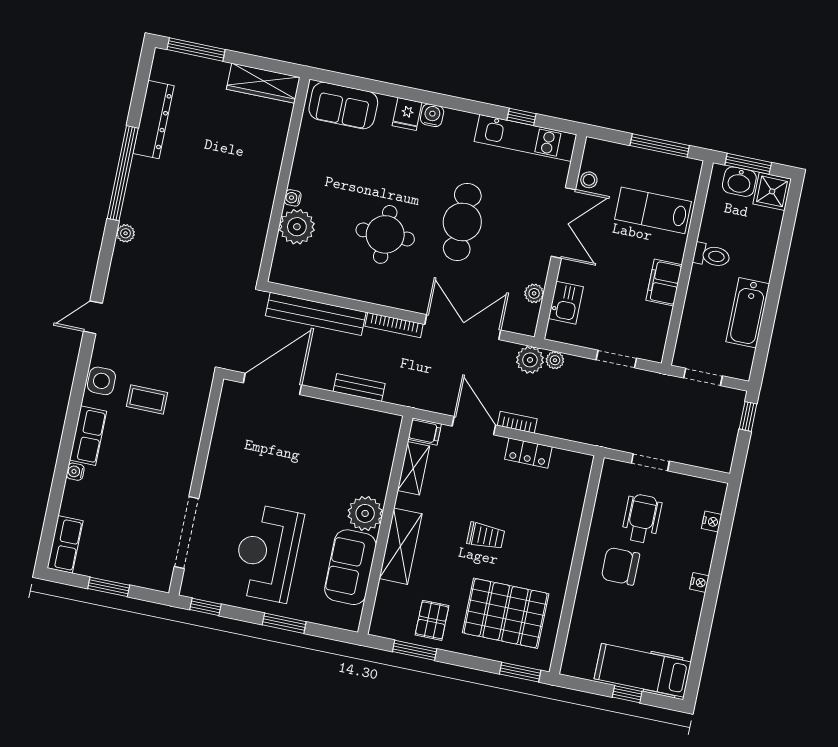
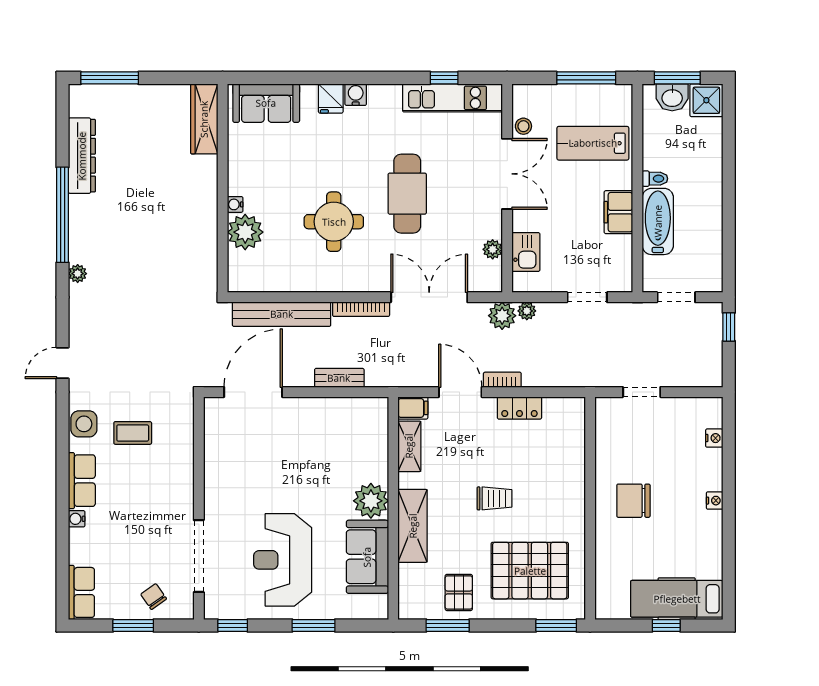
wardrobe: (263, 83) -> (204, 119), moved, turned 90
toilet: (712, 255) -> (655, 179), width x0.73, depth x0.72
bathtub: (748, 313) -> (658, 221), moved, turned 180
wheelchair: (642, 519) -> (645, 449), removed
chair: (134, 563) -> (154, 597), added

